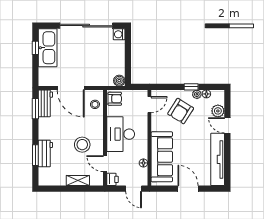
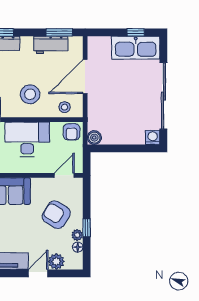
workbench: (45, 103) -> (51, 45), moved
door: (149, 105) -> (64, 175), swing flipped
stool: (82, 145) -> (30, 94), moved

